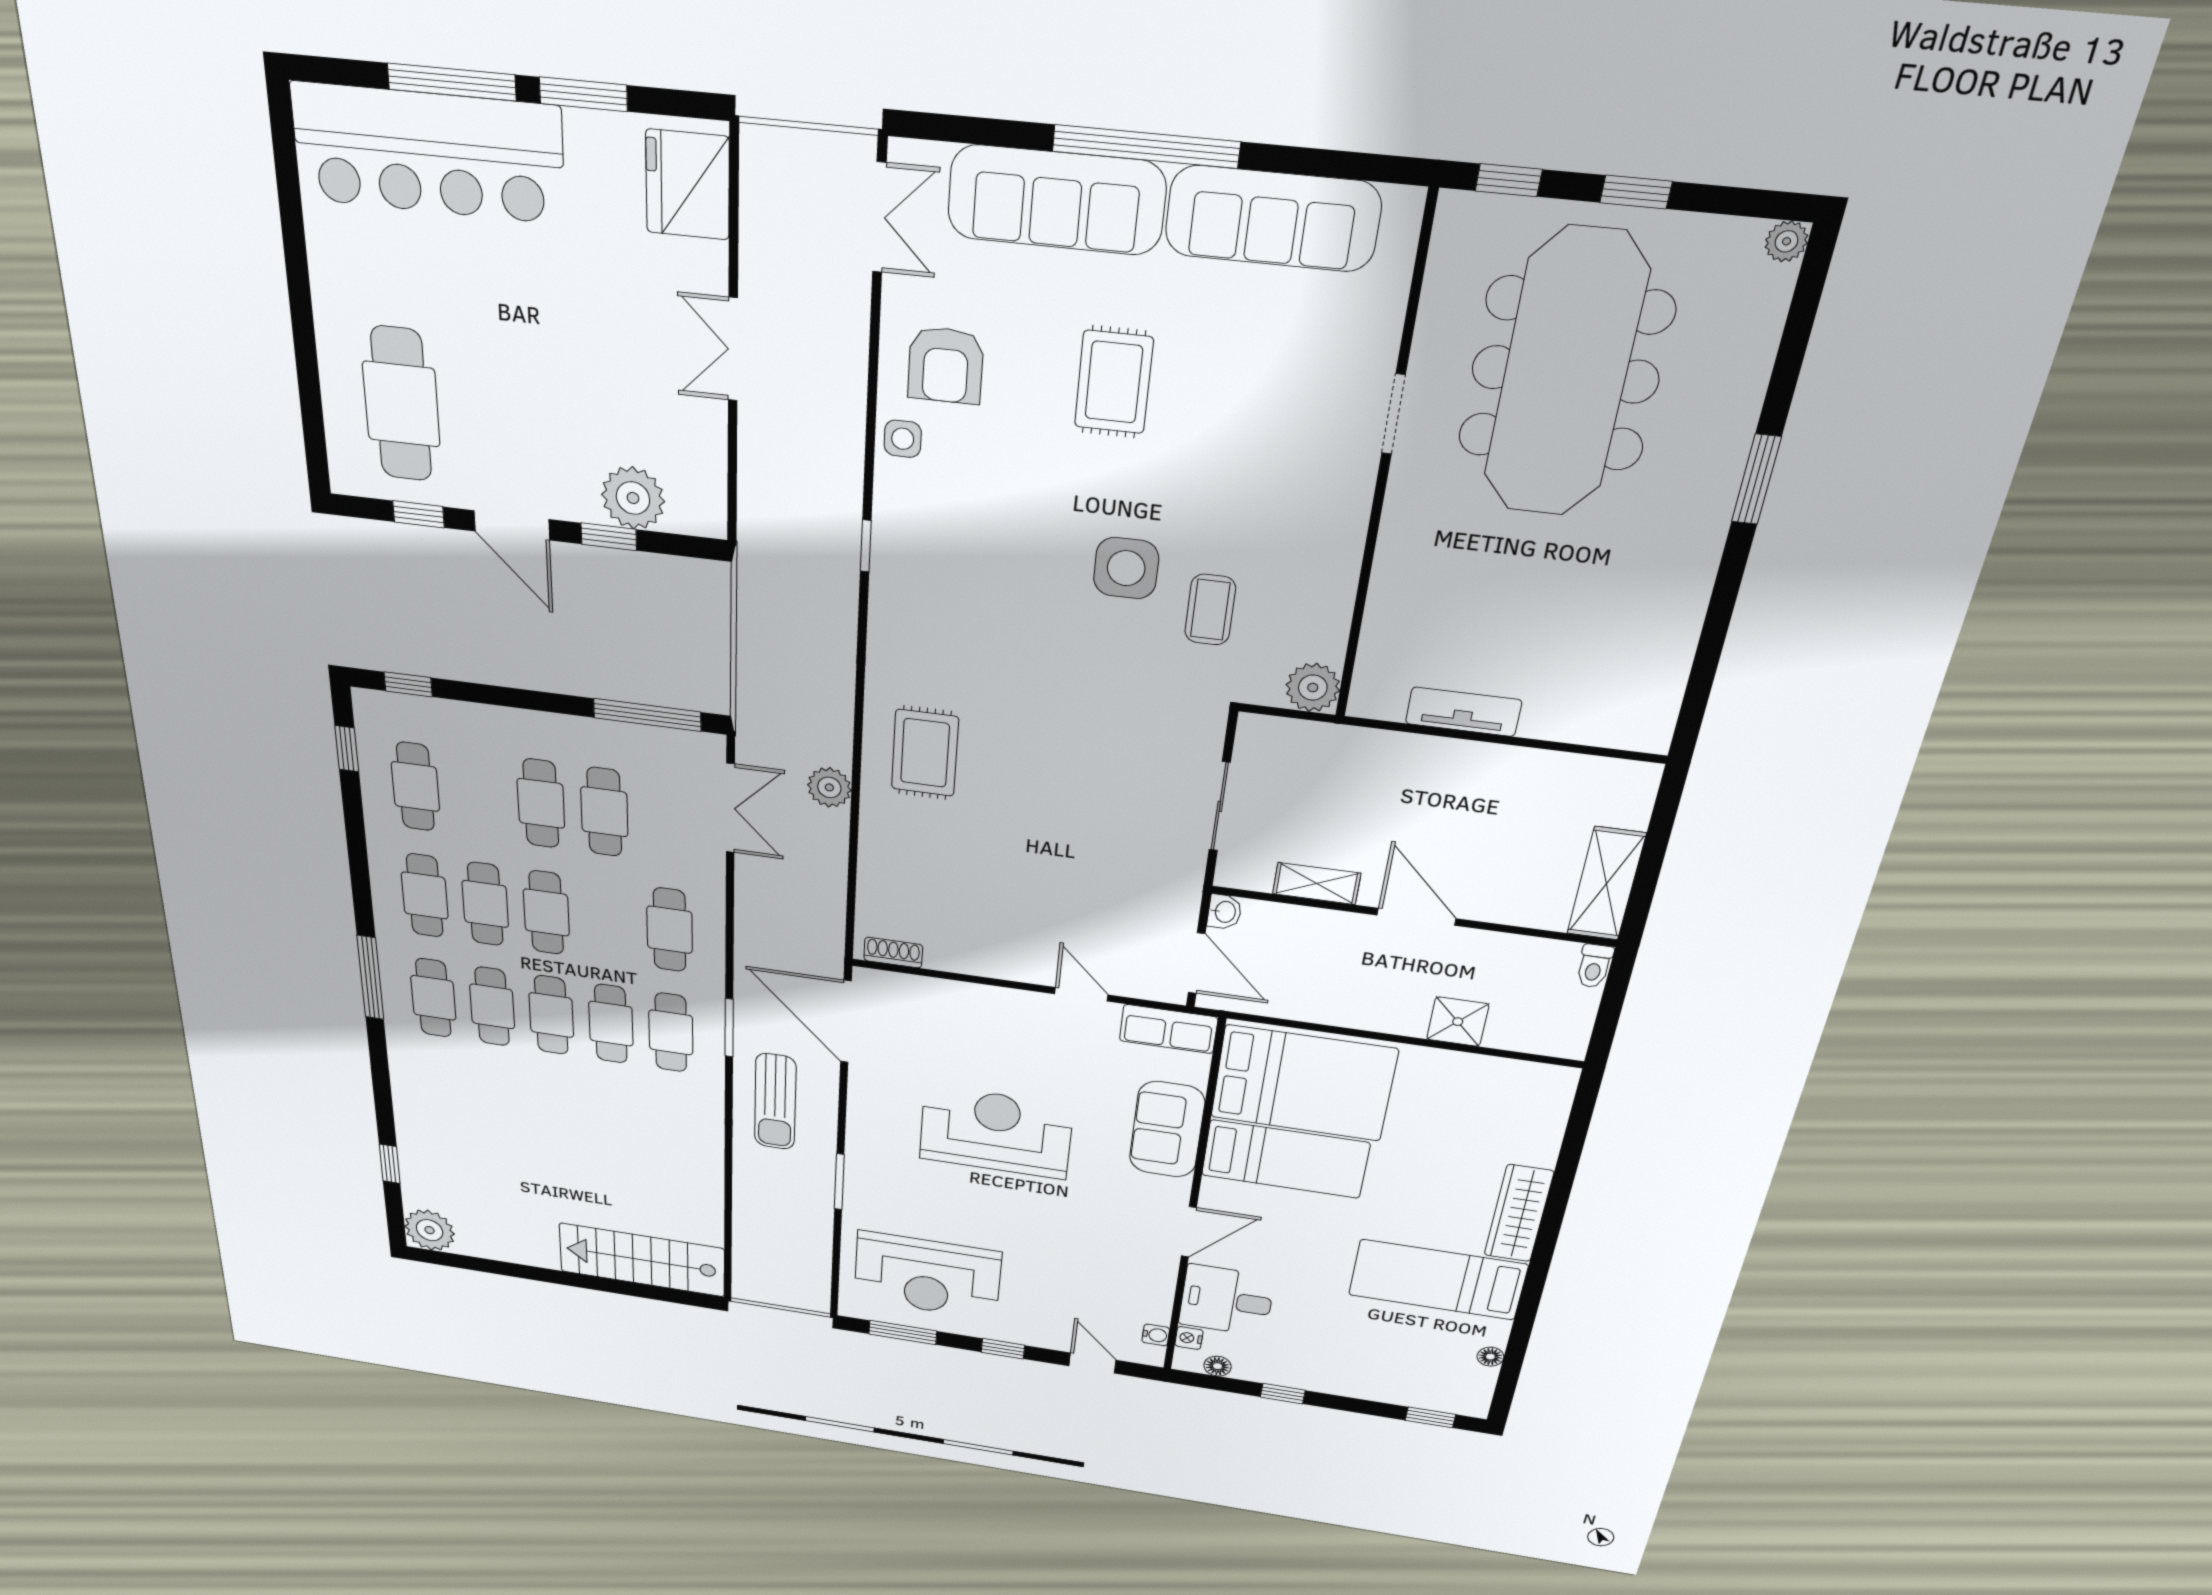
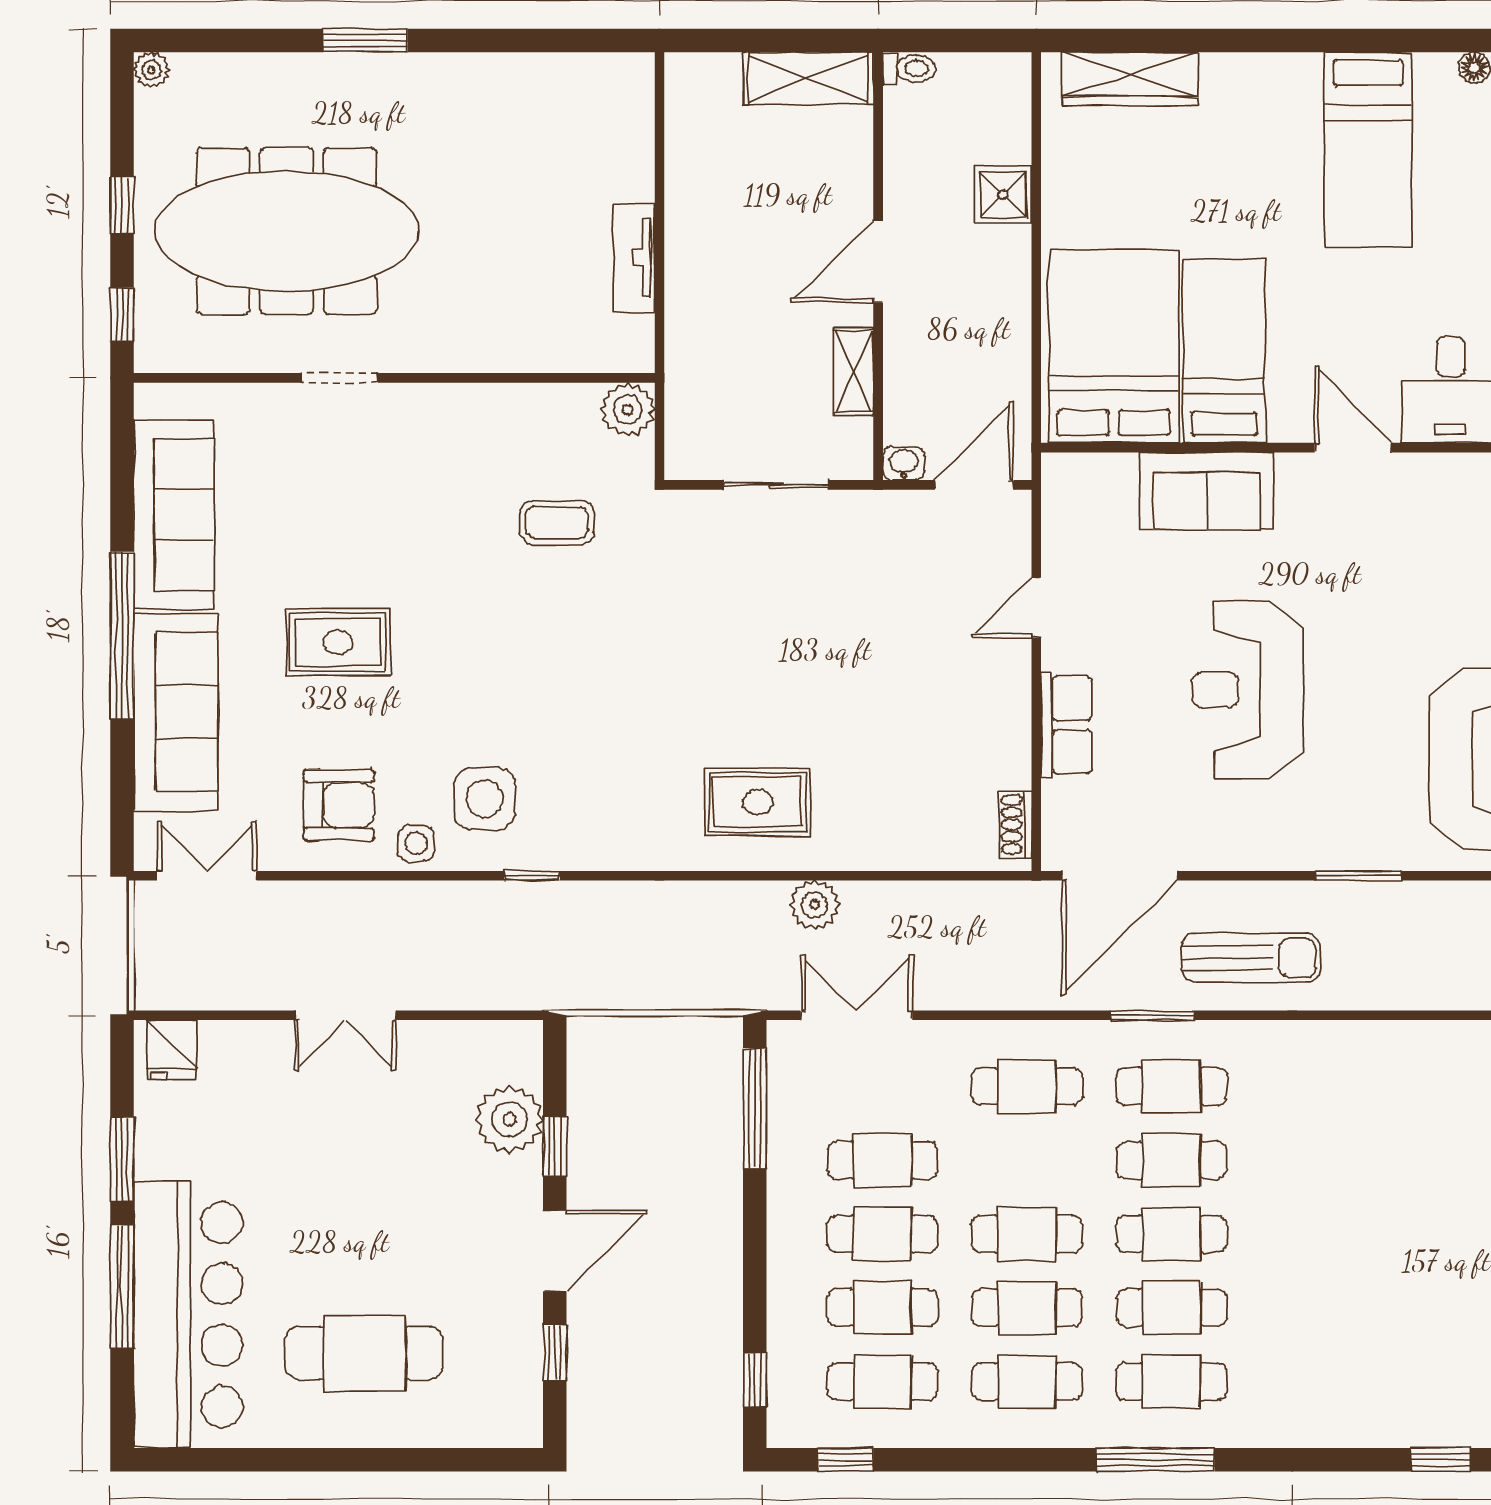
fridge: (688, 185) -> (172, 1050), width x0.53, depth x0.75
cafe table: (401, 404) -> (364, 1353), moved
side table: (1126, 568) -> (485, 799), moved
cafe table: (478, 795) -> (883, 1308), added
row of seats: (1168, 1029) -> (1066, 725), moved
wardrobe: (1519, 1213) -> (1130, 78), moved

